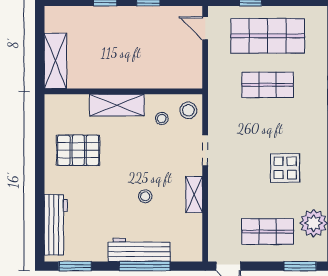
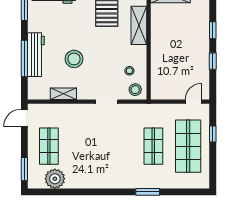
shelving: (117, 105) -> (139, 25), moved
display table: (285, 168) -> (94, 159), removed
shelving: (194, 195) -> (63, 94), moved
stool: (145, 196) -> (74, 59), width x1.89, depth x1.89

